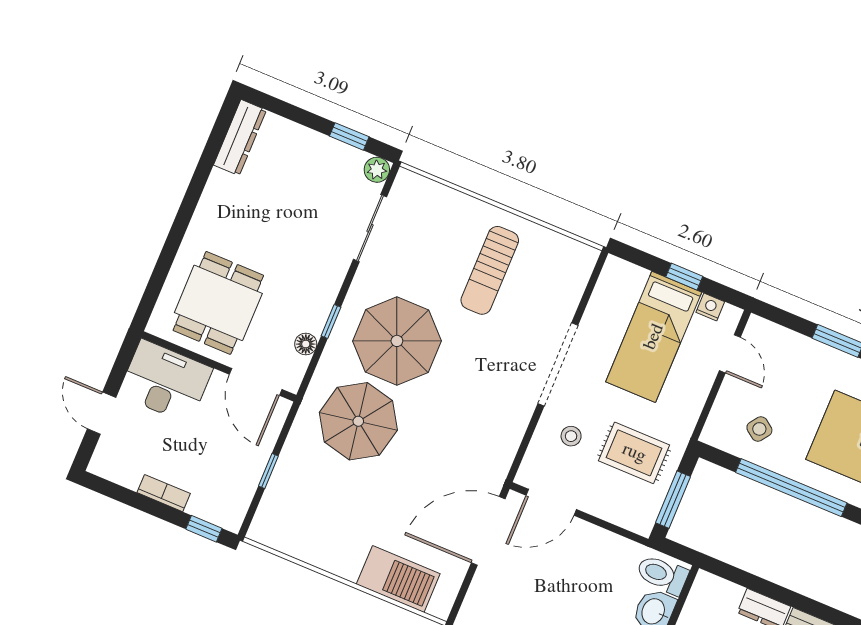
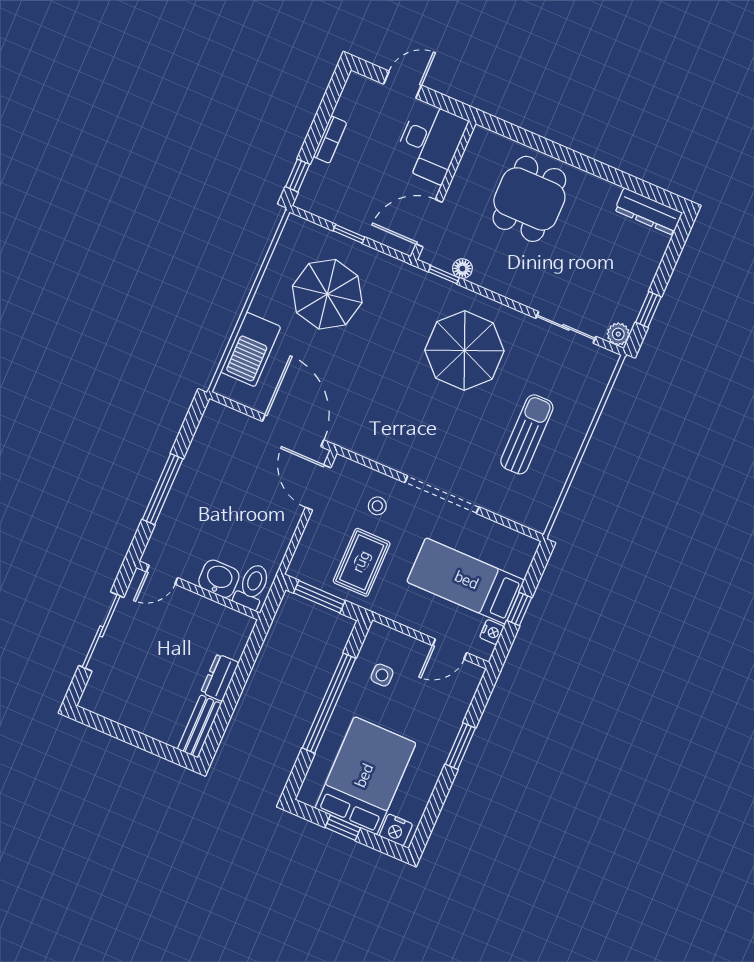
sun lounger: (490, 270) -> (527, 434), turned 90
dining table: (218, 303) -> (529, 199), moved, turned 90
window: (331, 321) -> (444, 275), moved
parasol: (358, 421) -> (327, 294), moved
side table: (759, 429) -> (382, 675), turned -36

